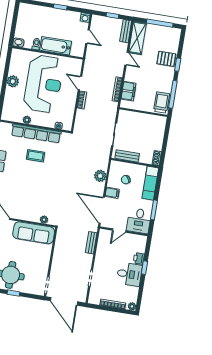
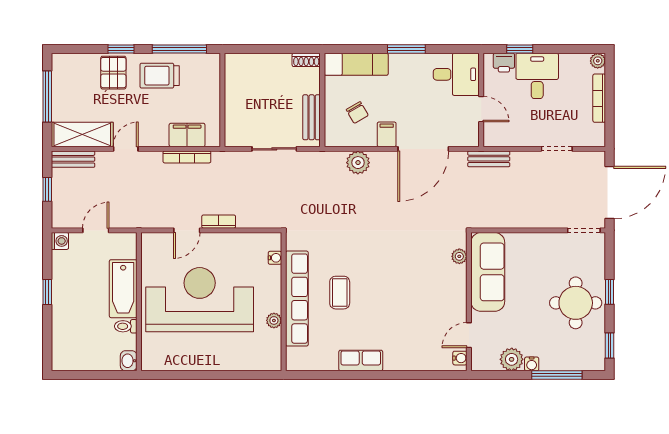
plant: (13, 81) -> (205, 359), removed
trolley: (162, 102) -> (160, 76), moved
desk: (139, 221) -> (456, 74), moved
door: (119, 231) -> (481, 109), moved
wall: (124, 231) -> (481, 100), moved

